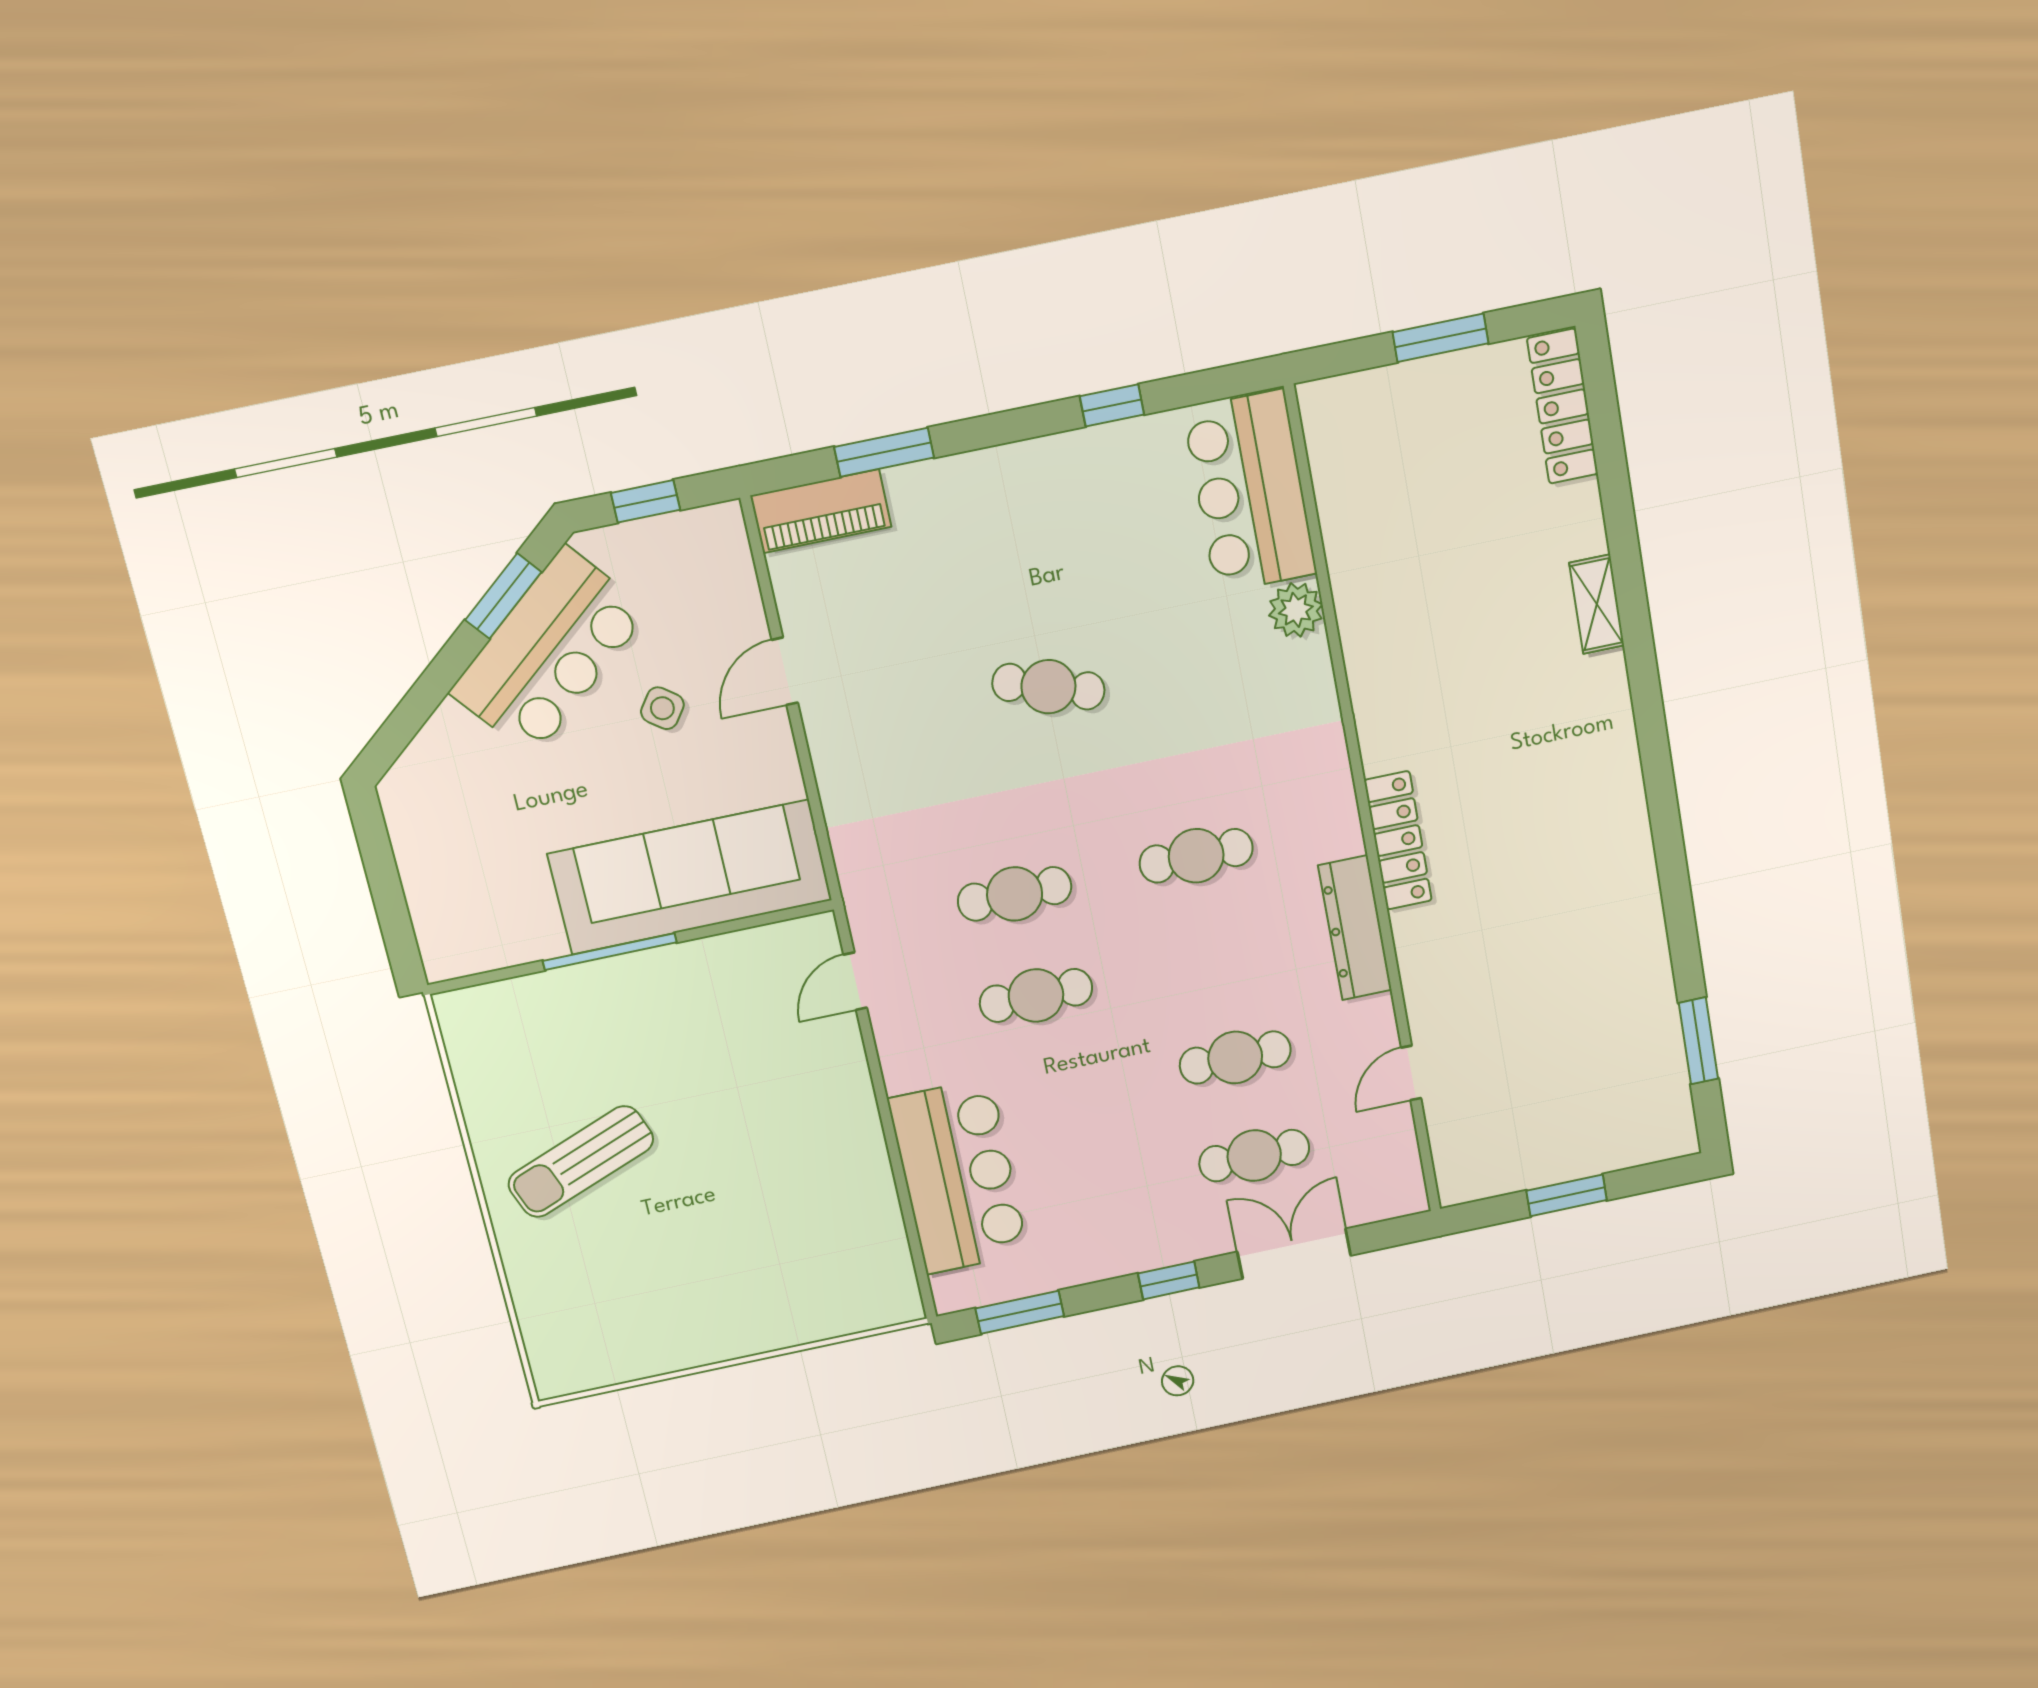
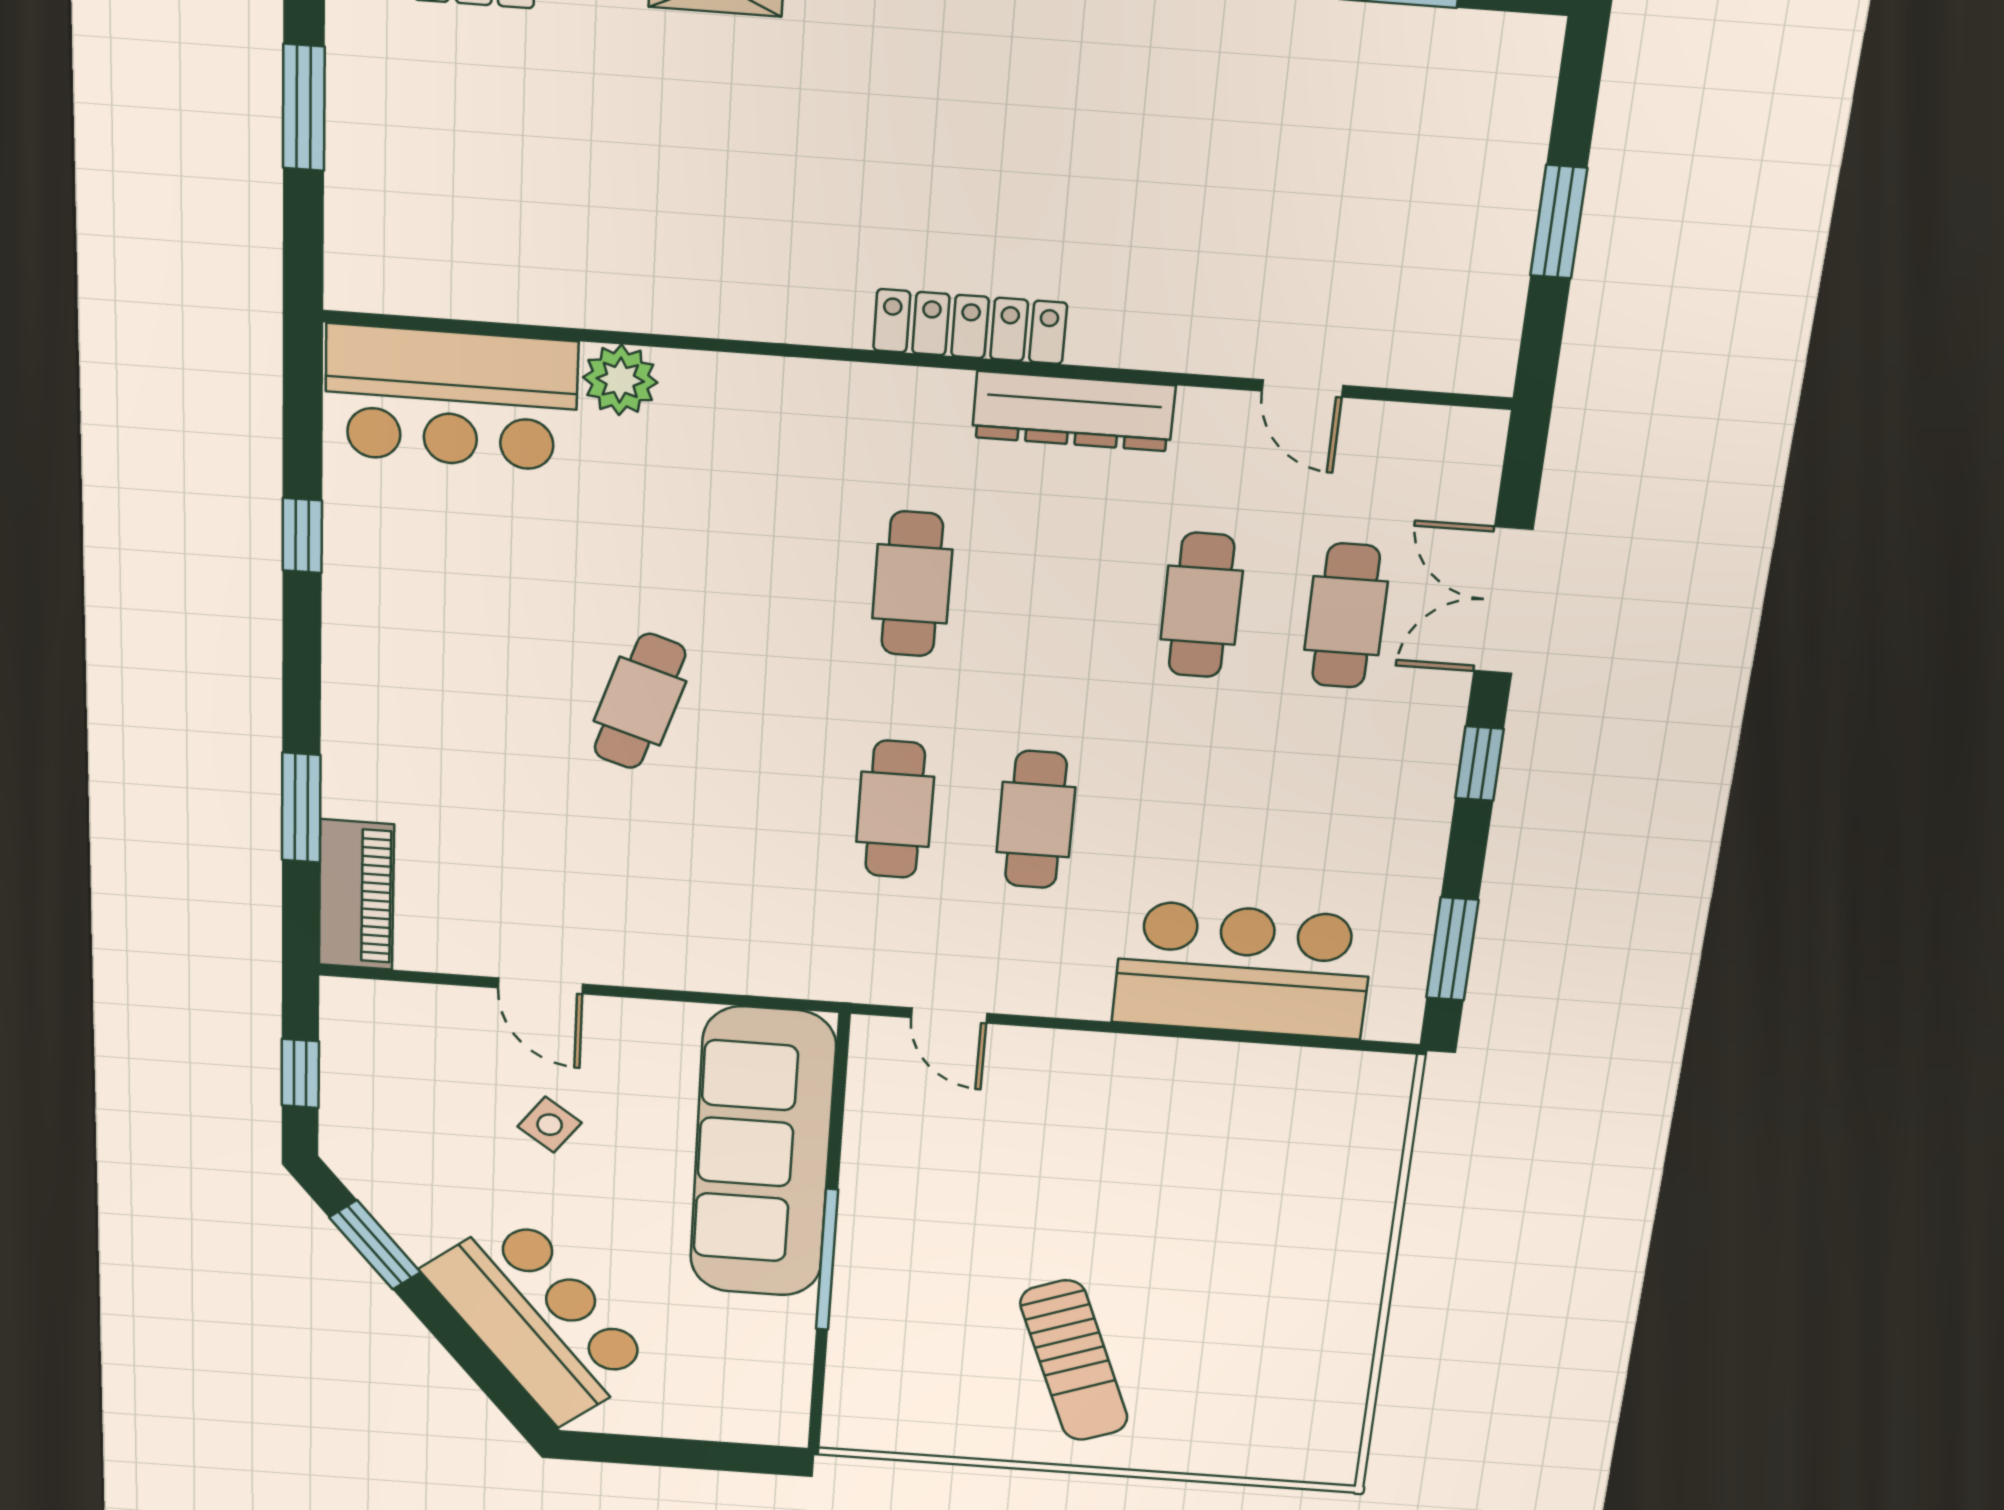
bar counter: (549, 652) -> (539, 1319), moved

